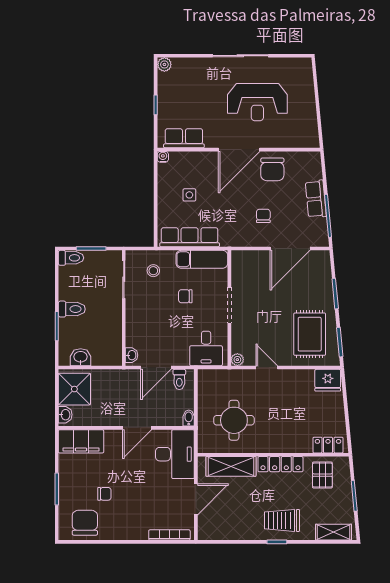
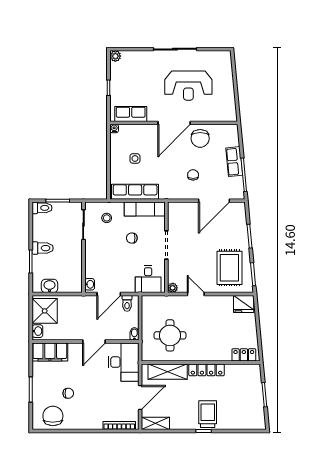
pallet: (322, 475) -> (239, 378), removed
trolley: (282, 520) -> (208, 414), turned 90
shelving: (334, 532) -> (155, 423), moved

